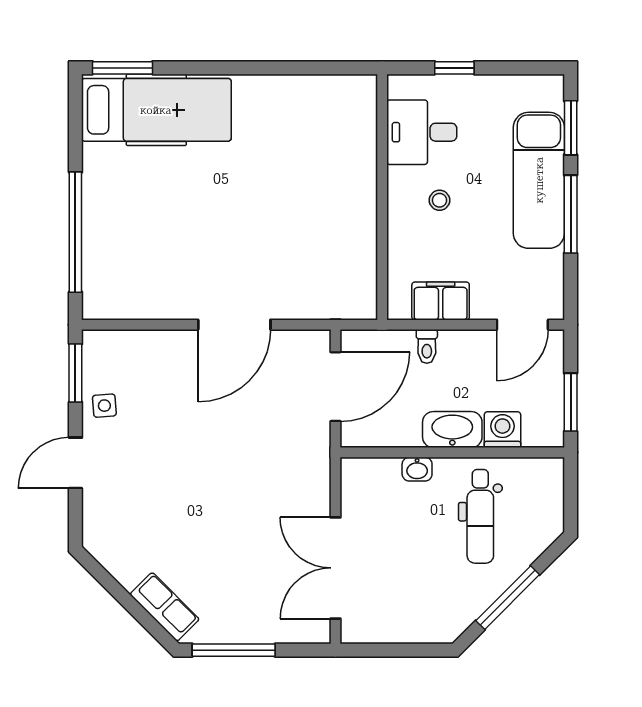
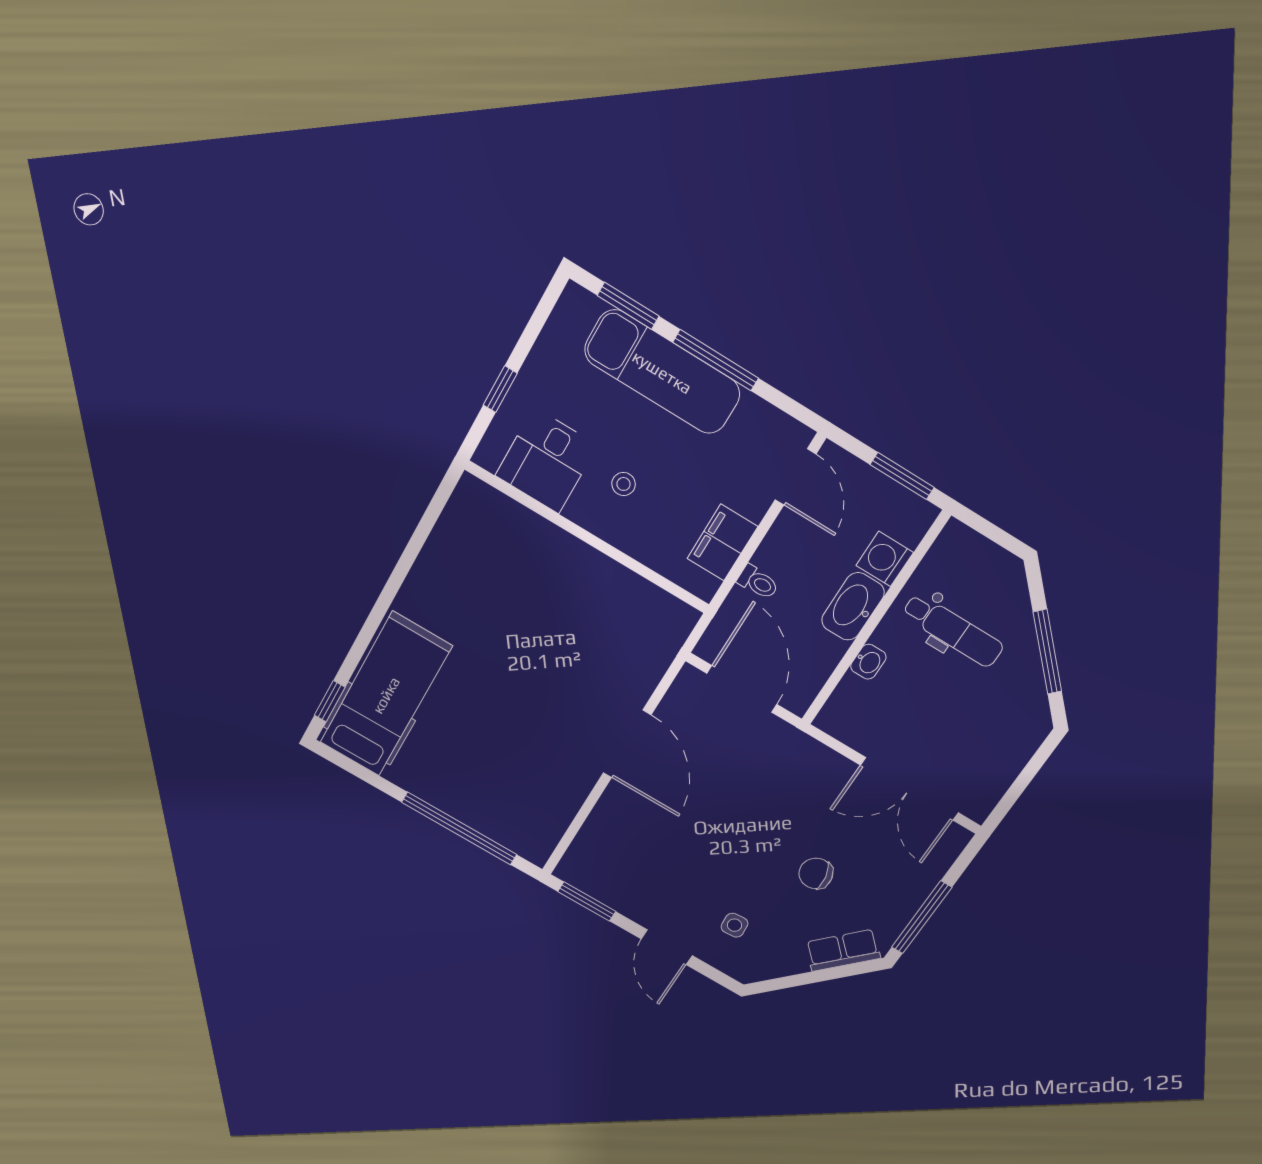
window: (122, 68) -> (330, 701), width x0.67
side table: (104, 406) -> (734, 925), moved
chair: (218, 542) -> (816, 873), added

